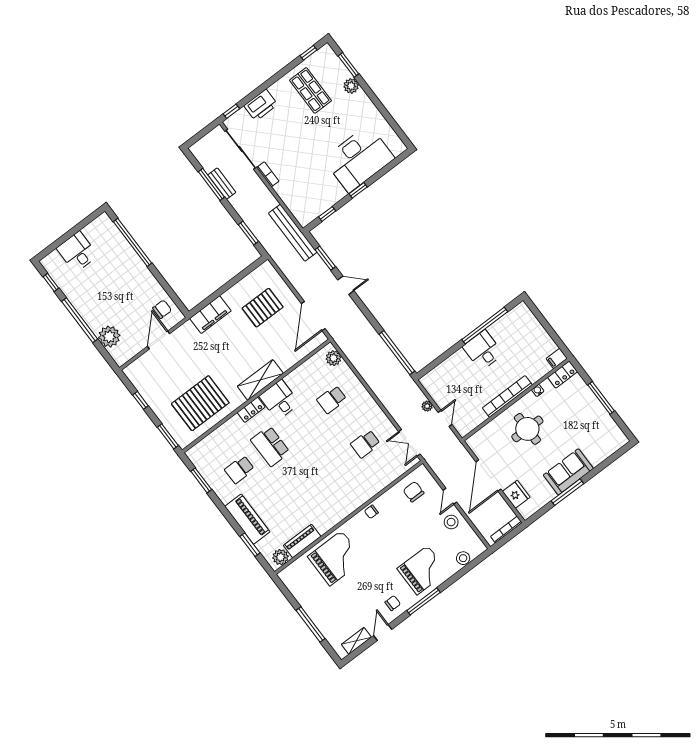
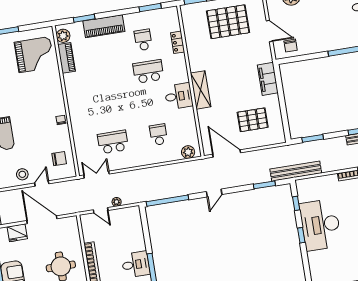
desk: (359, 159) -> (320, 225), moved
door: (346, 285) -> (214, 193), moved
pallet: (263, 308) -> (253, 120), turned 90
pallet: (200, 403) -> (228, 22), moved, turned 90
locker: (251, 410) -> (178, 42), moved
school desk: (365, 444) -> (113, 142), width x1.85
door: (450, 496) -> (42, 183), hinge flipped
grand piano: (336, 558) -> (34, 55), moved, turned -90

